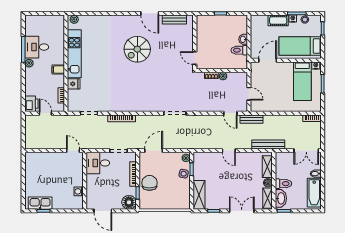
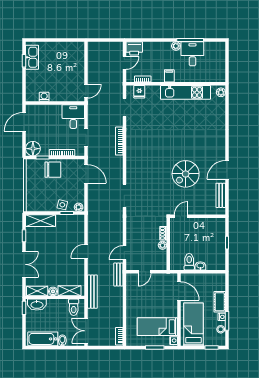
spiral stairs: (137, 49) -> (186, 174), moved, turned -90
fridge: (74, 84) -> (139, 92), moved
toilet: (283, 184) -> (74, 307), moved

